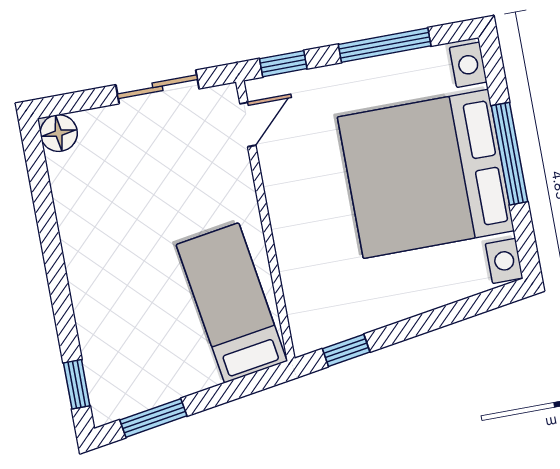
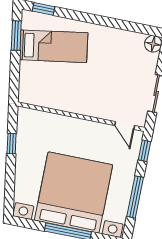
bed: (232, 303) -> (54, 46), moved
window: (346, 350) -> (12, 144), moved

